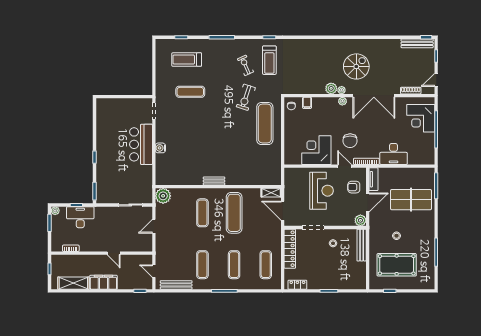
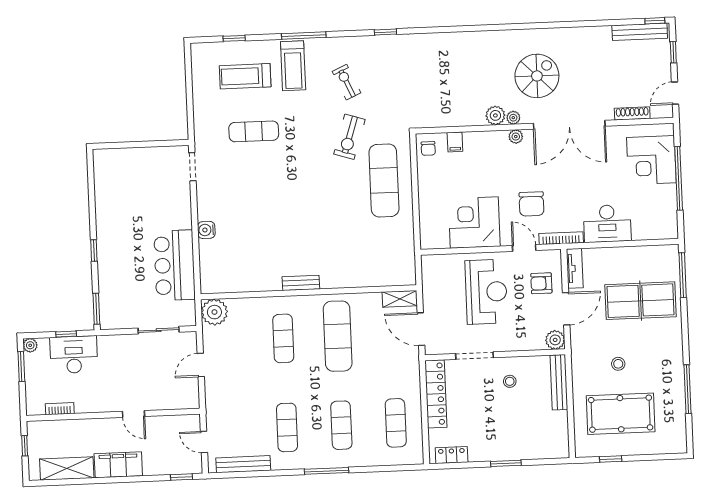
treadmill: (269, 60) -> (293, 66), moved
bar counter: (141, 144) -> (175, 265), moved

